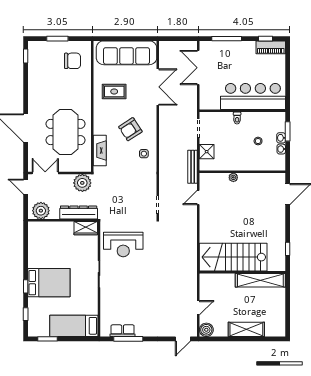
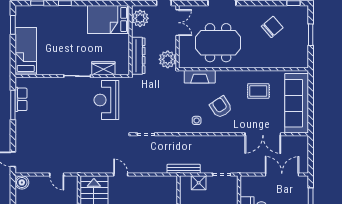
chair: (72, 61) -> (272, 27), moved, turned -131
rug: (114, 91) -> (258, 91), turned 90
door: (198, 197) -> (121, 175), moved
wardrobe: (86, 228) -> (103, 68), moved, turned 90
bed: (49, 283) -> (108, 20), moved, turned 90
door: (198, 308) -> (57, 175), moved

